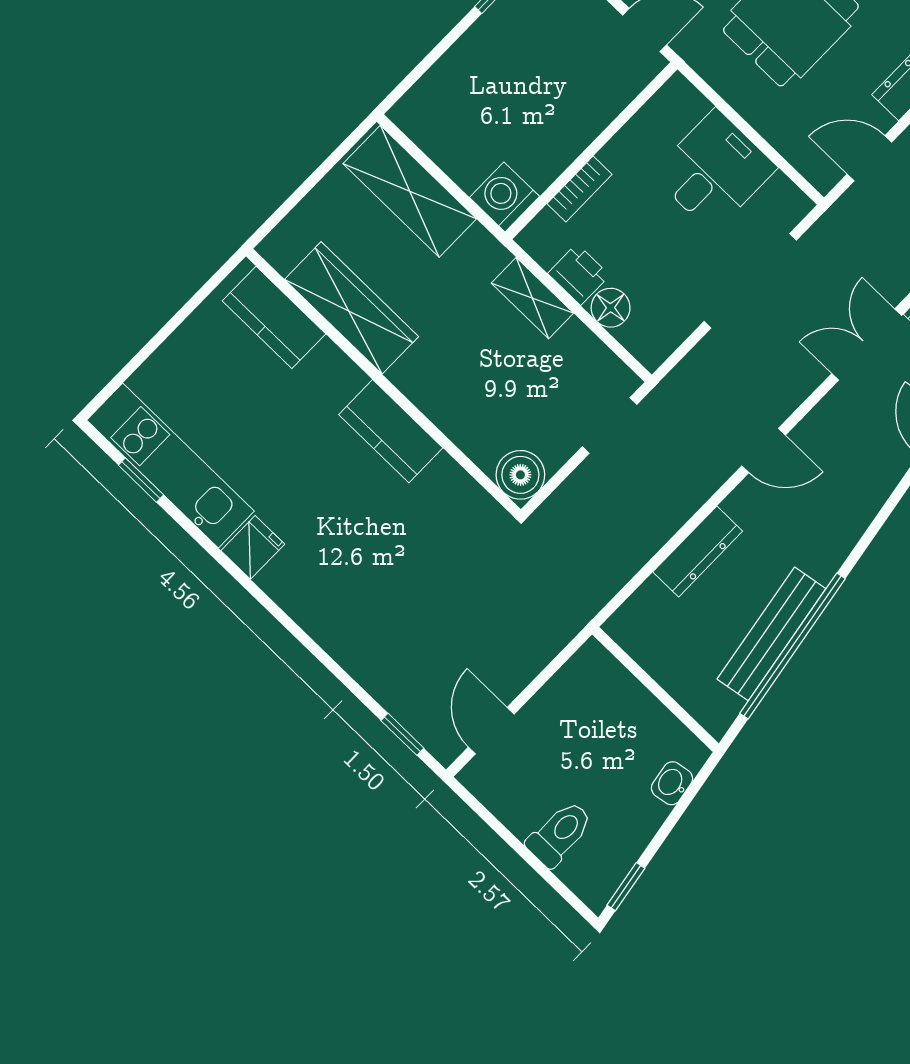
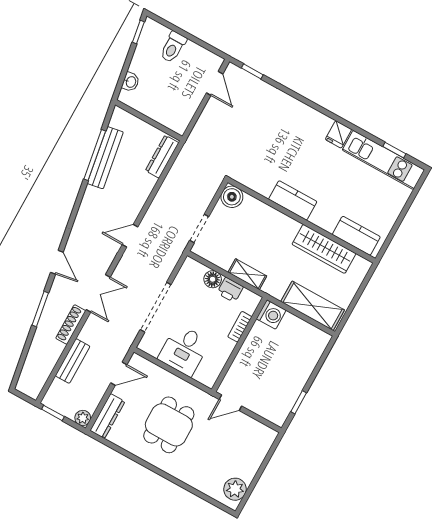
dresser: (698, 551) -> (162, 157), moved
window: (793, 646) -> (95, 155), width x0.68

